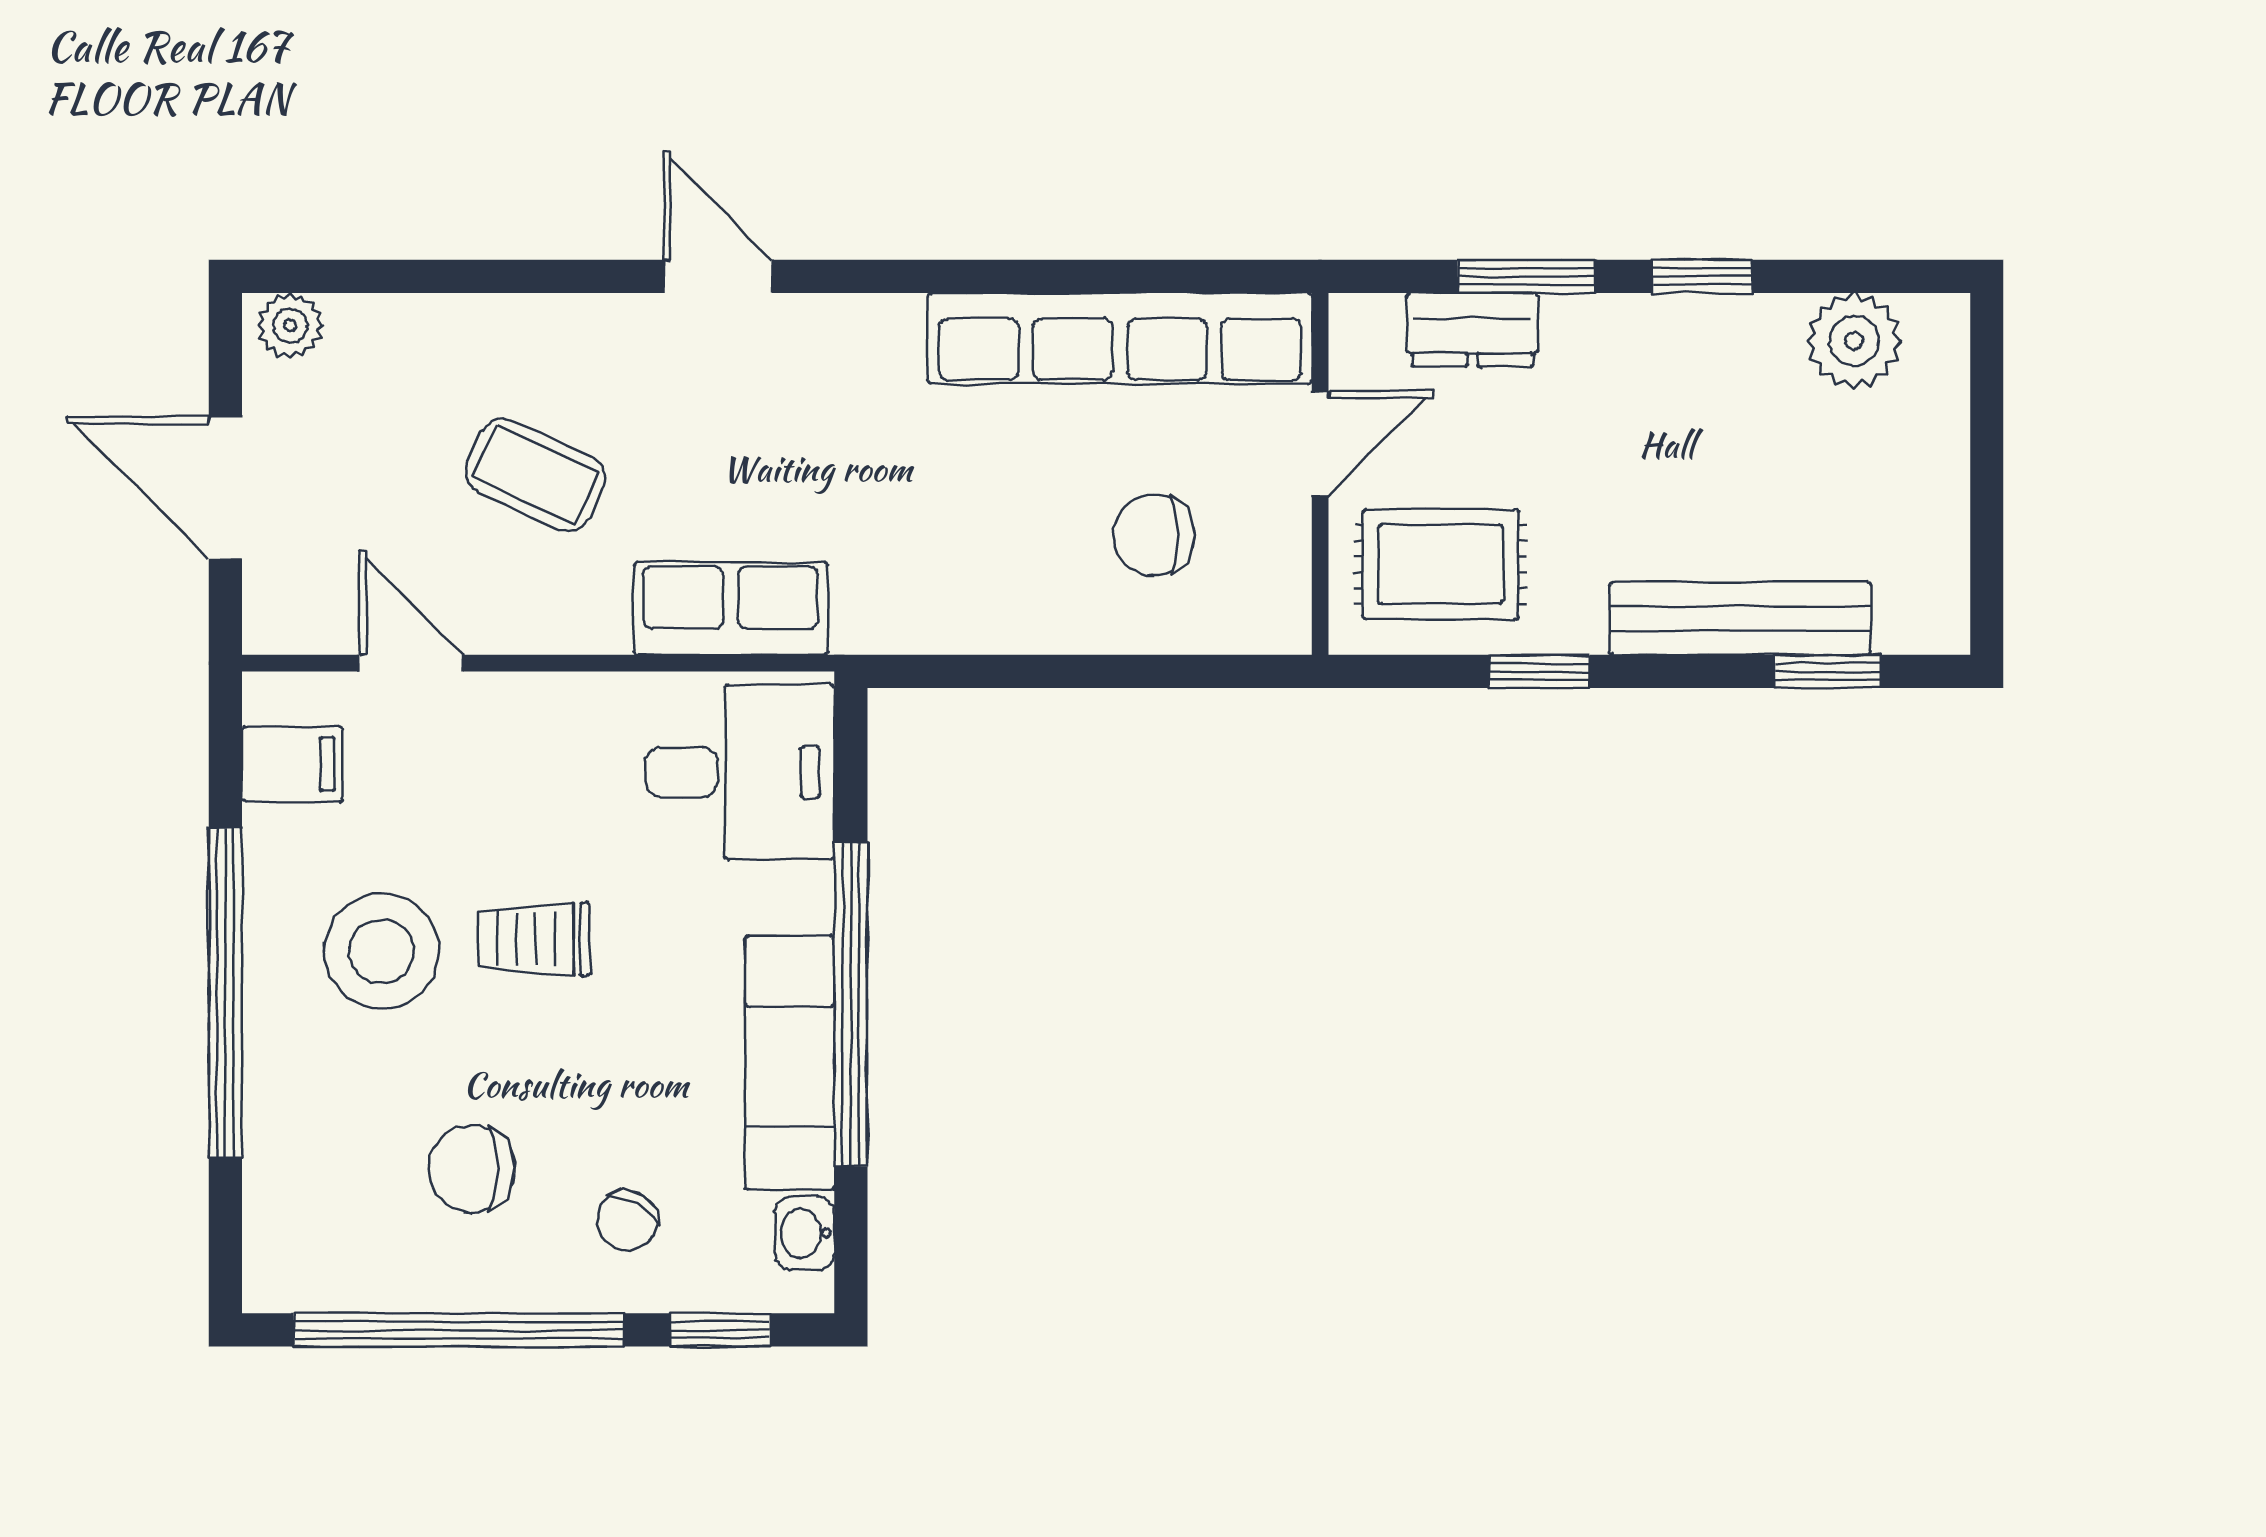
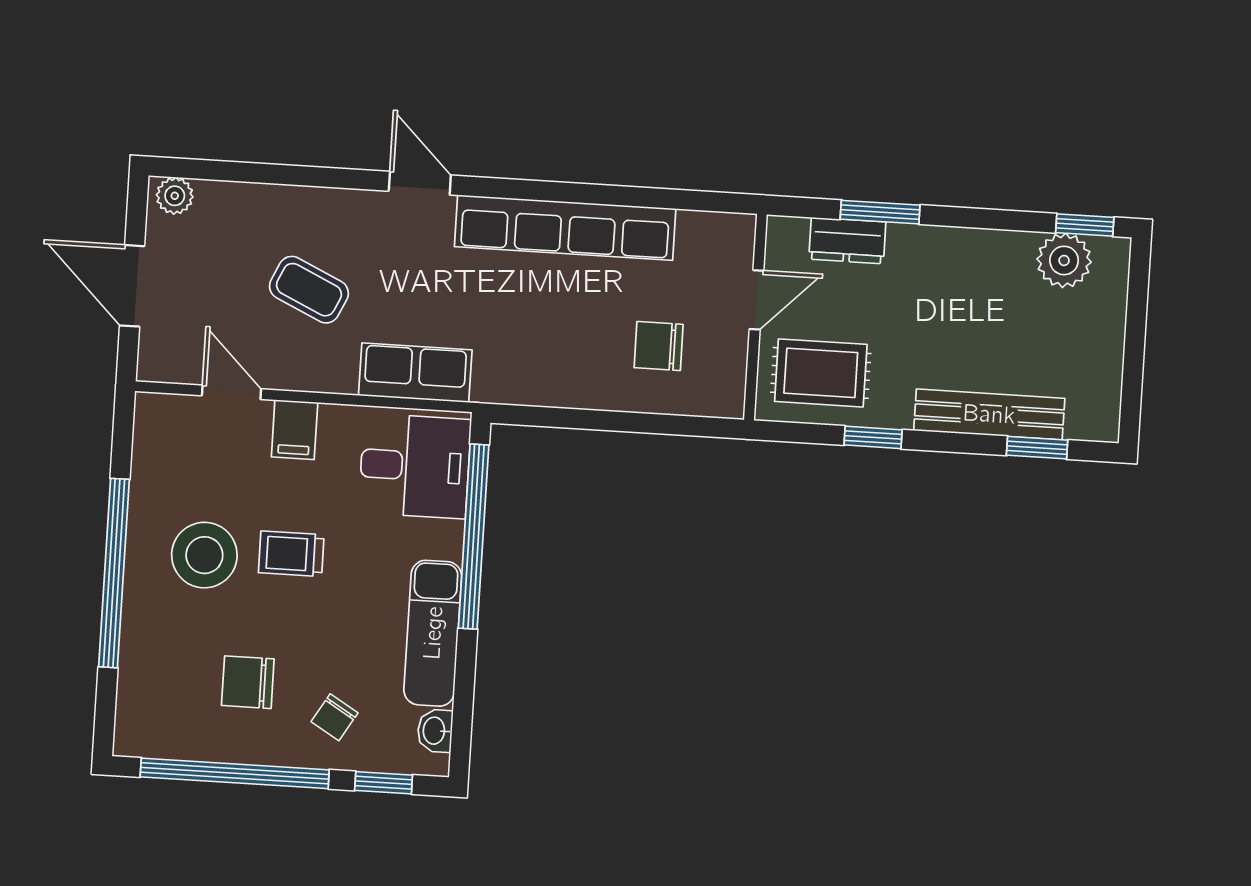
window: (1702, 276) -> (1085, 225), moved
row of seats: (1120, 338) -> (565, 228), moved
filing cabinet: (292, 764) -> (295, 430), moved, turned 90
window: (851, 1004) -> (474, 537), moved

